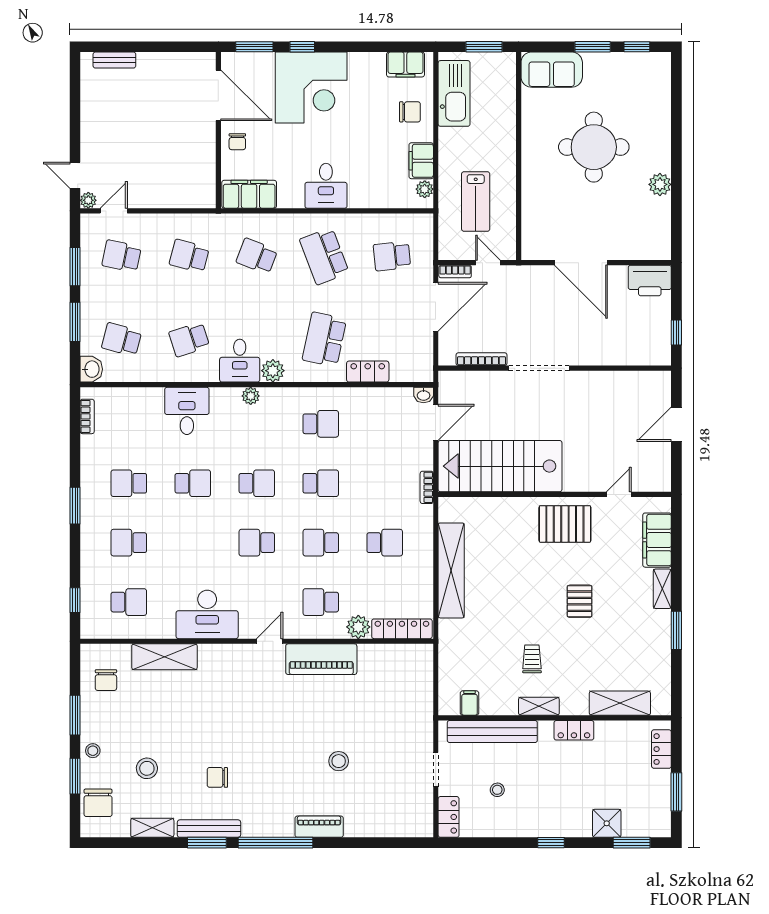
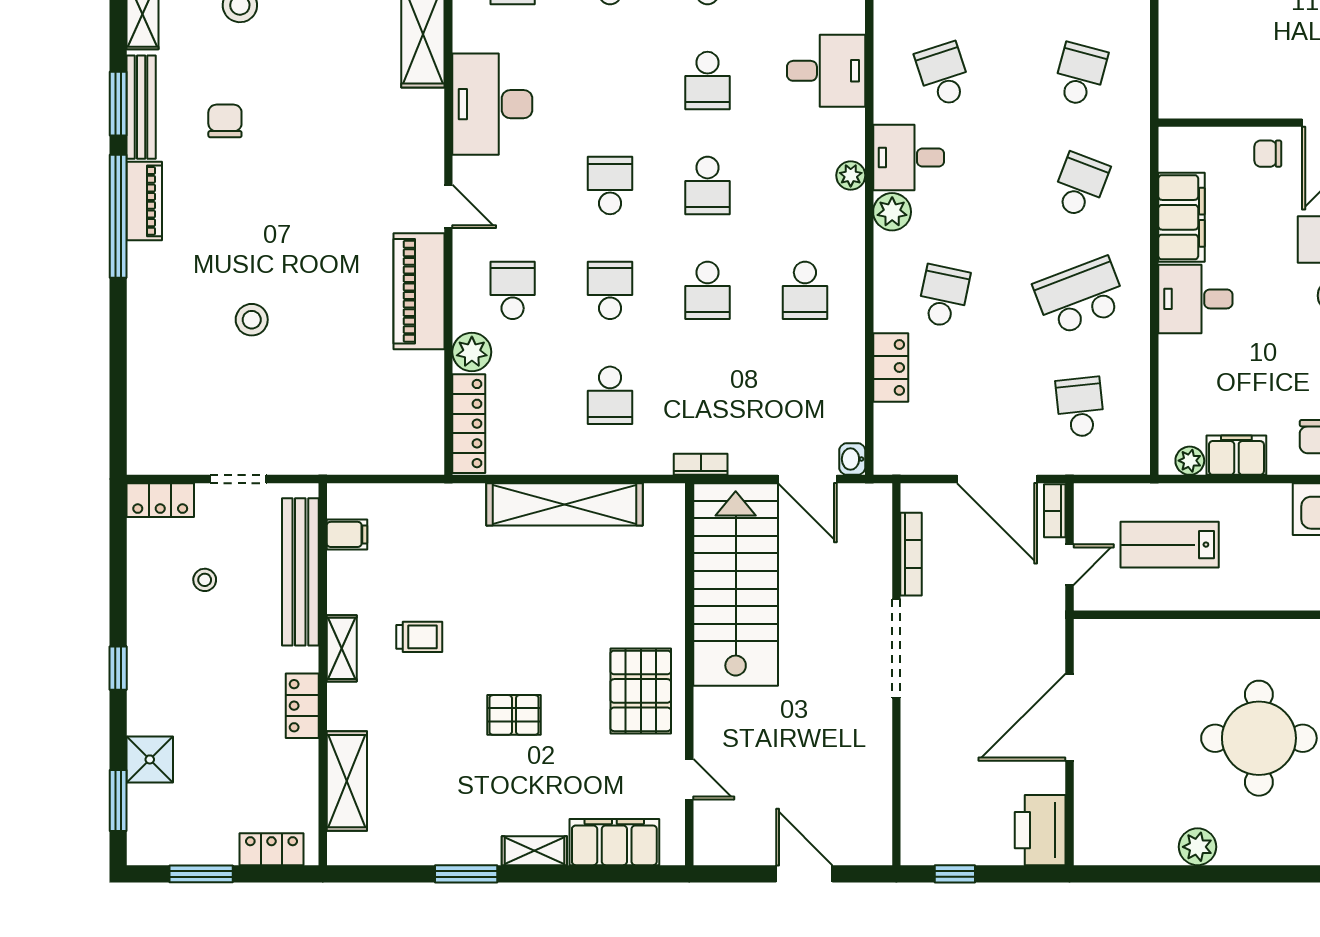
filing cabinet: (249, 194) -> (1181, 217), moved
school desk: (324, 339) -> (943, 296), width x0.54
piano: (319, 827) -> (144, 201), moved

